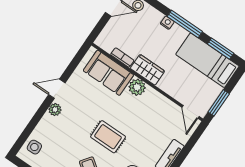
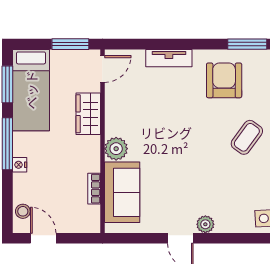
wardrobe: (147, 70) -> (88, 114), moved
rug: (108, 137) -> (195, 143), removed

